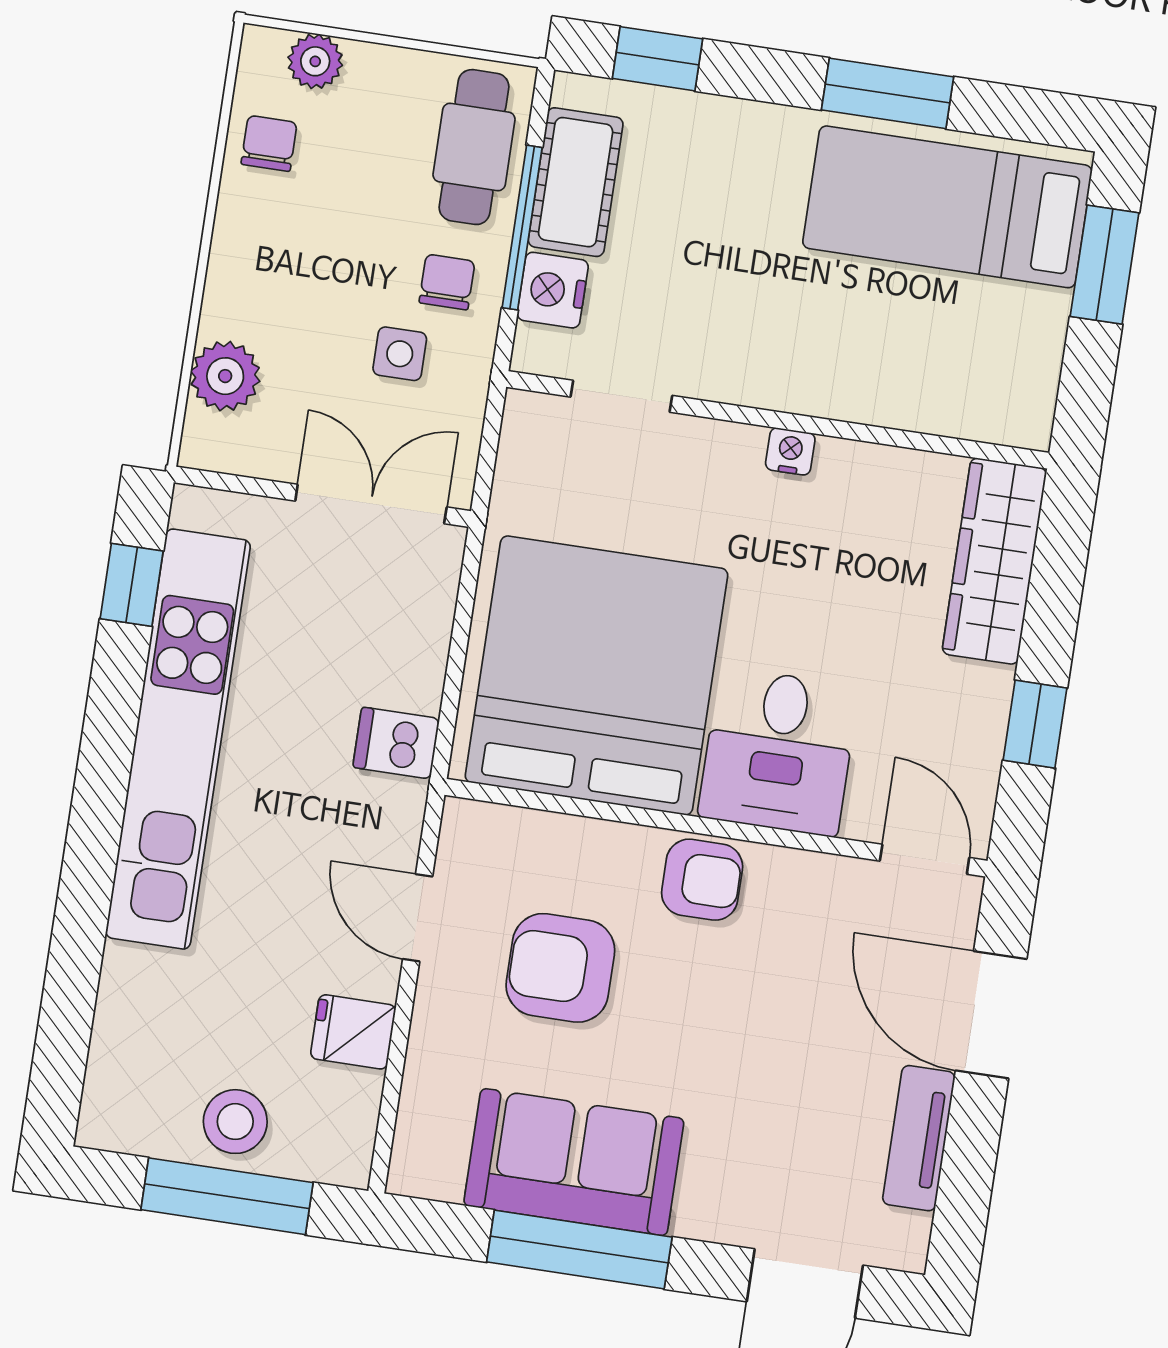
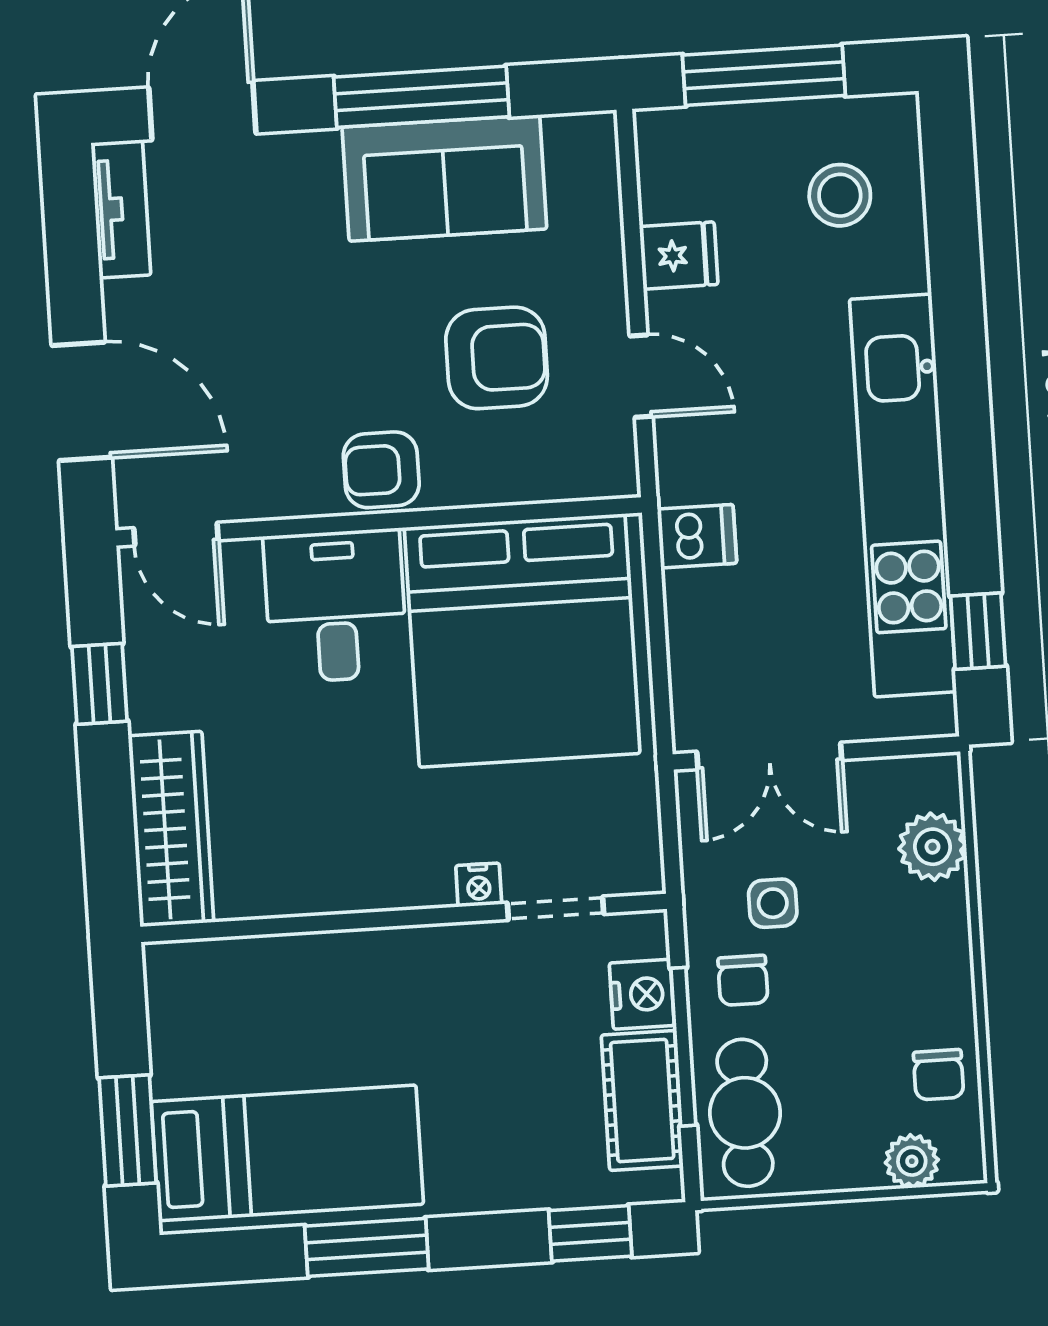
nightstand: (790, 451) -> (479, 885), moved
stool: (235, 1122) -> (840, 195), moved
tv unit: (919, 1138) -> (121, 209), moved

